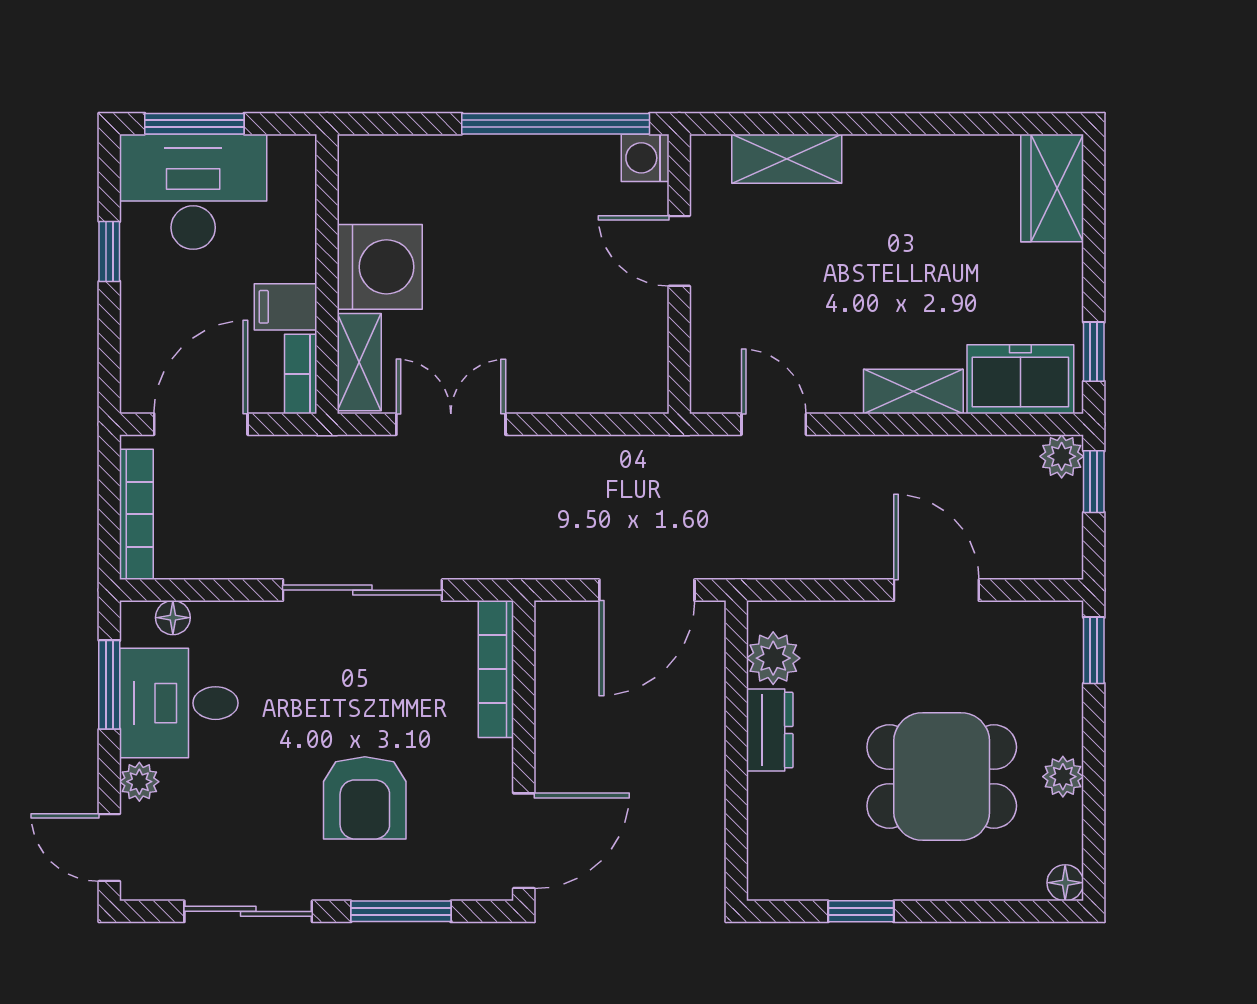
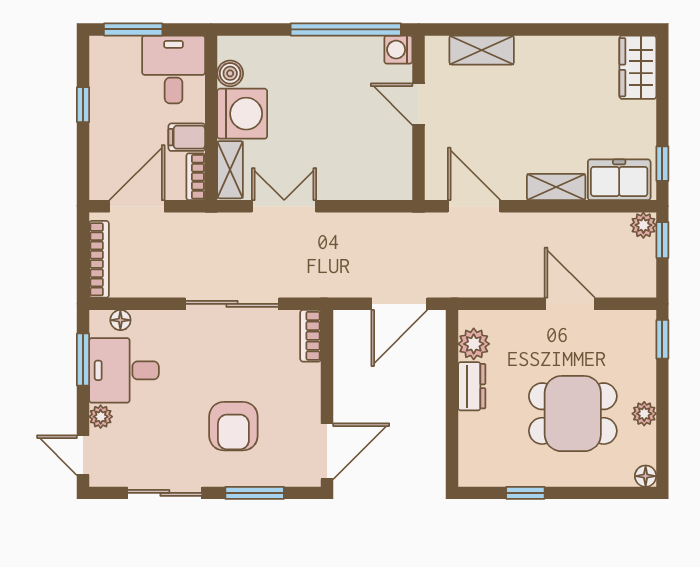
desk: (193, 192) -> (174, 69), moved, width x0.73
boiler: (359, 198) -> (230, 73), added
door: (774, 424) -> (474, 206), width x1.38
bookcase: (496, 669) -> (311, 336), width x0.64

